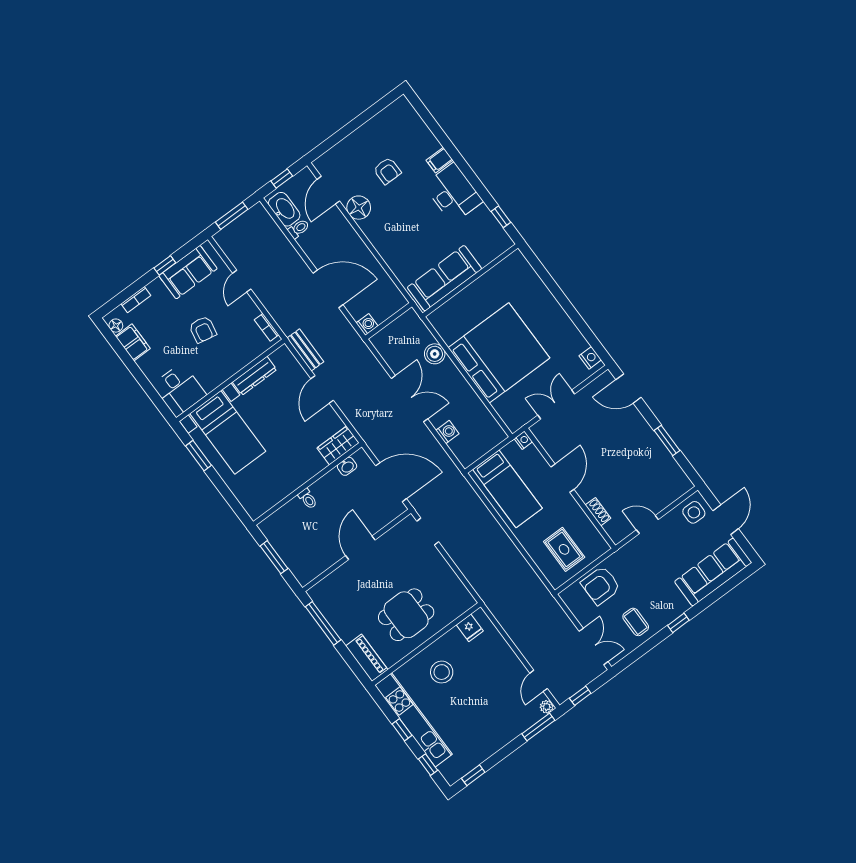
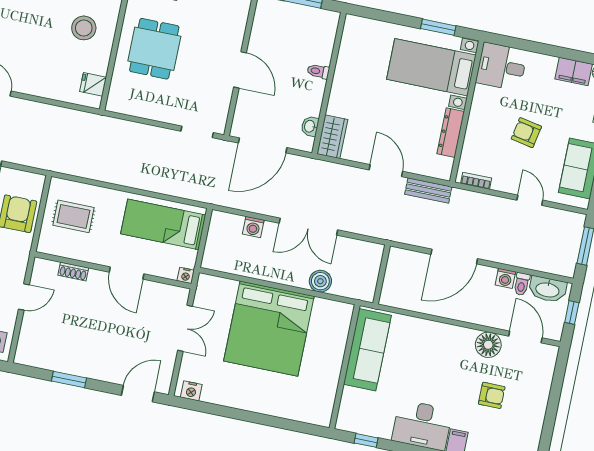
armchair: (387, 171) -> (492, 395), turned 180
washing machine: (367, 325) -> (505, 278), moved

